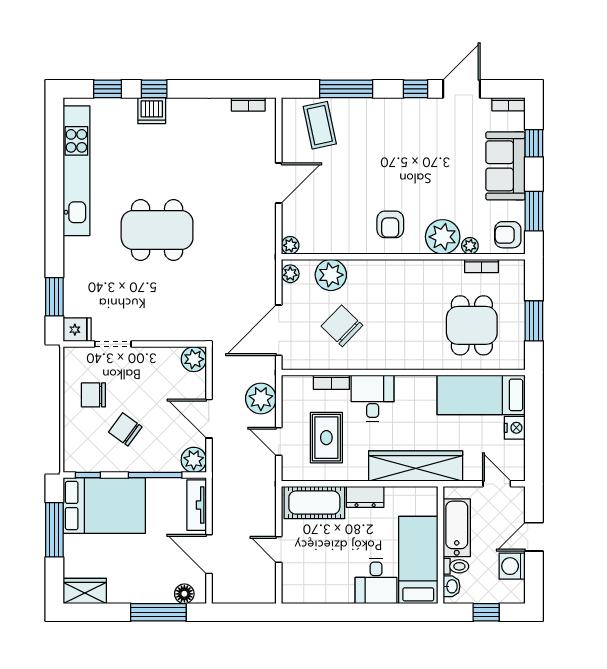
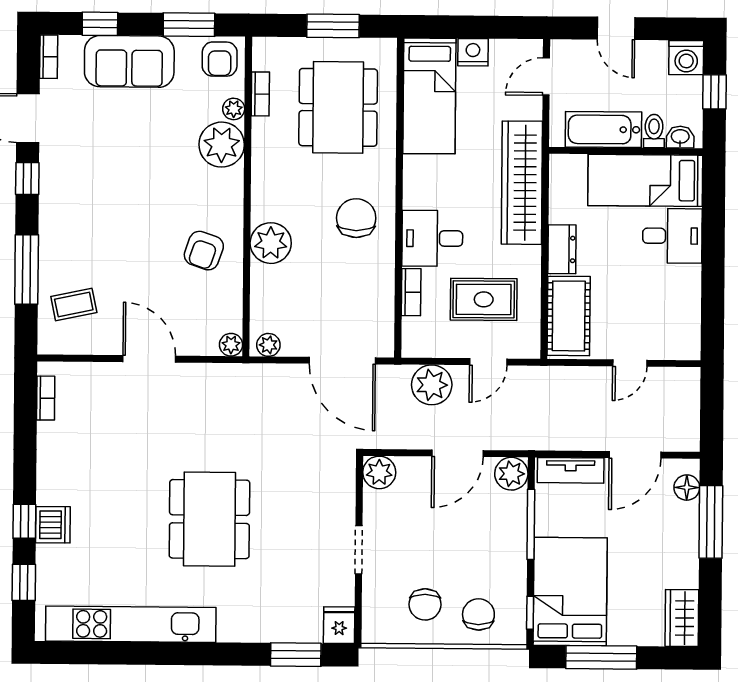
coffee table: (320, 125) -> (74, 305), width x0.73, depth x0.77
armchair: (390, 224) -> (204, 251), moved, turned 109
plant: (331, 275) -> (271, 243), moved
dining table: (472, 325) -> (338, 107), width x1.38
chair: (342, 326) -> (356, 218), moved, turned 136
doorway: (113, 344) -> (359, 550), moved
chair: (125, 429) -> (478, 614), moved, turned 144
washing machine: (512, 566) -> (686, 58), moved

